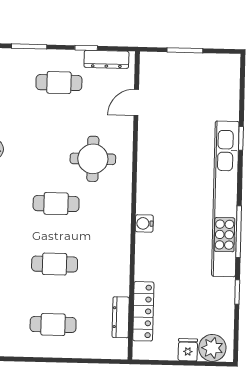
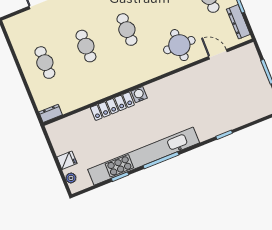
round table: (93, 159) -> (179, 45), moved
kitchen unit: (225, 199) -> (144, 156), moved
locker: (143, 311) -> (112, 106), moved
dresser: (121, 317) -> (51, 113), moved, width x0.70
plant: (212, 348) -> (71, 178), width x0.53, depth x0.53

